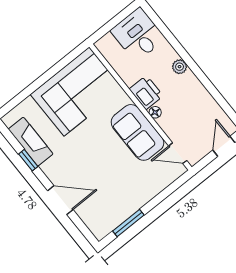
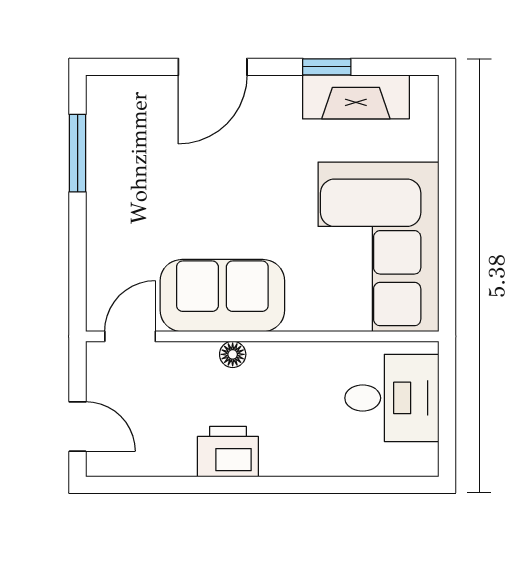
desk: (138, 35) -> (392, 398), moved
plant: (180, 67) -> (278, 461), removed
printer: (146, 93) -> (228, 452), moved, turned 180

